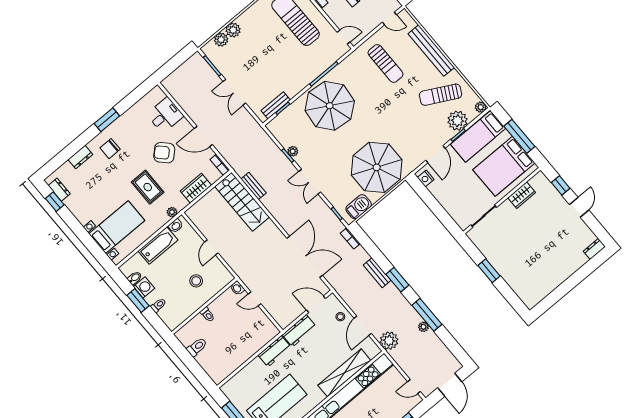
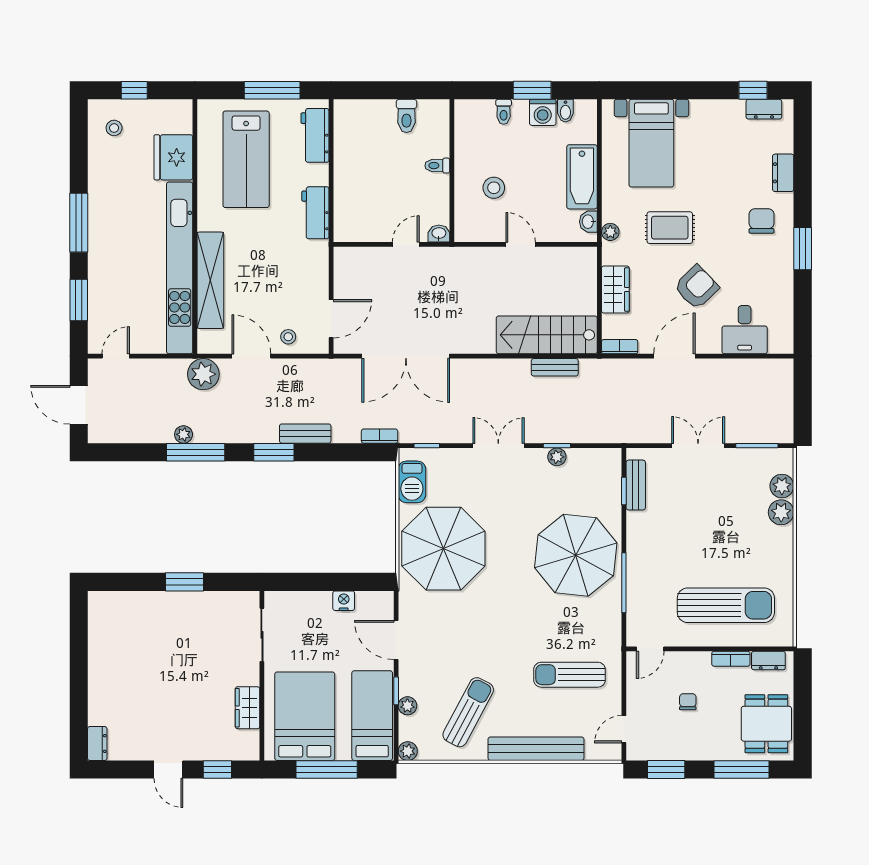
plant: (457, 121) -> (407, 706), width x0.53, depth x0.53
nightstand: (426, 178) -> (344, 601), moved
workbench: (299, 331) -> (315, 135), moved

